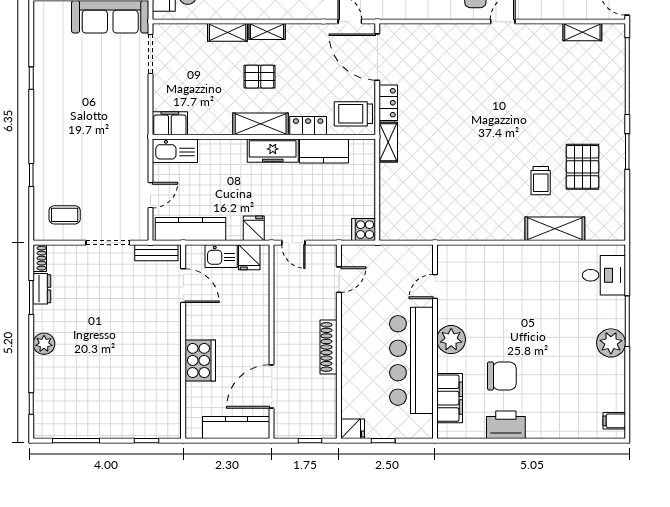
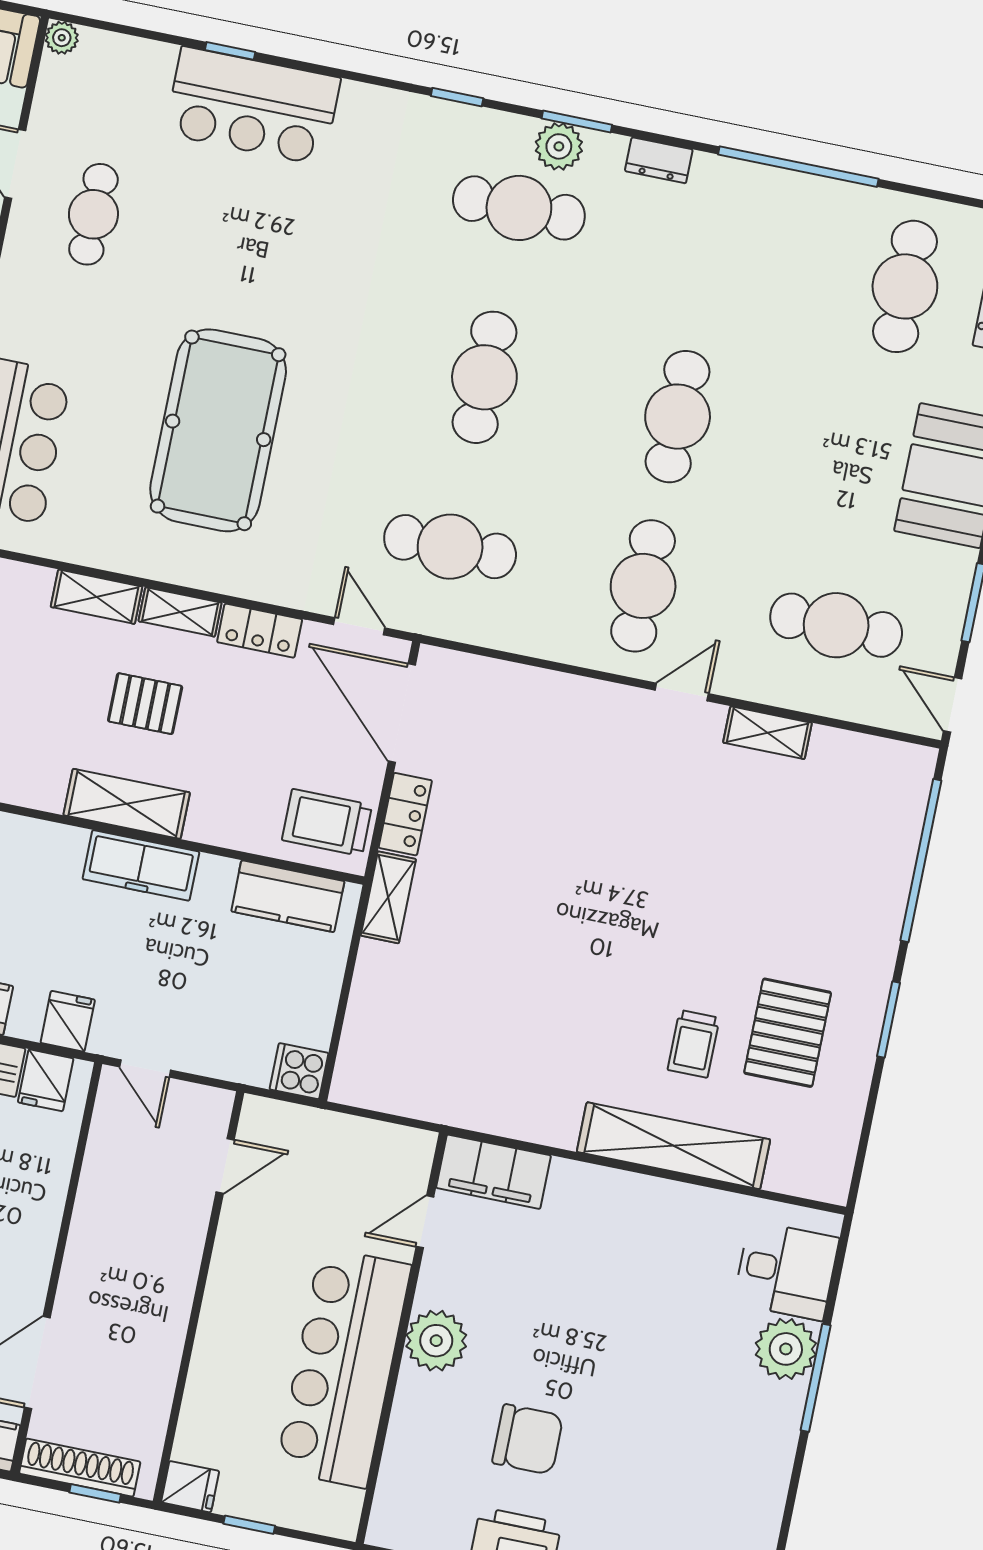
shelving: (582, 32) -> (767, 733), moved
locker: (308, 126) -> (260, 631), moved, turned 180
kitchen counter: (324, 151) -> (288, 896), moved
shelving: (555, 229) -> (673, 1146), width x1.47
plant: (611, 343) -> (786, 1349), moved
shoe rack: (329, 347) -> (80, 1468), moved, turned 90
filing cabinet: (450, 398) -> (494, 1172), moved, turned 90

